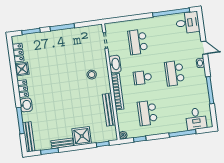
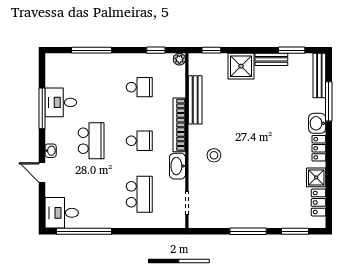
school desk: (147, 113) -> (139, 87), width x0.54
desk: (196, 119) -> (61, 102), moved, turned -90

